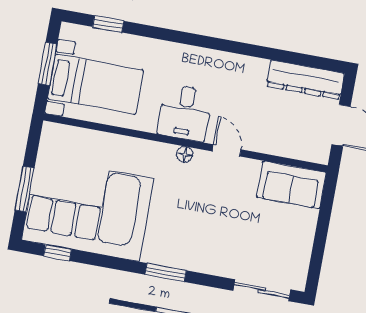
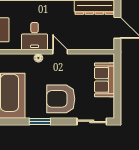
sofa: (292, 185) -> (104, 80), moved, turned 90
armchair: (212, 238) -> (61, 99), added

